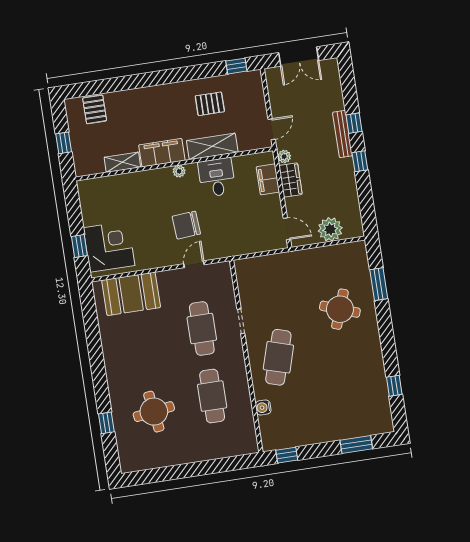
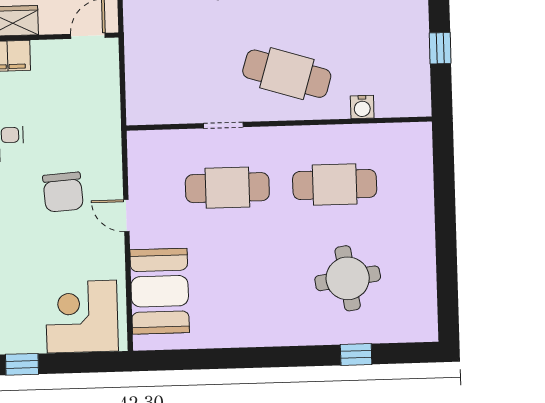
window: (79, 246) -> (22, 364), moved
door: (194, 264) -> (126, 215), moved
window: (287, 455) -> (440, 48), moved

